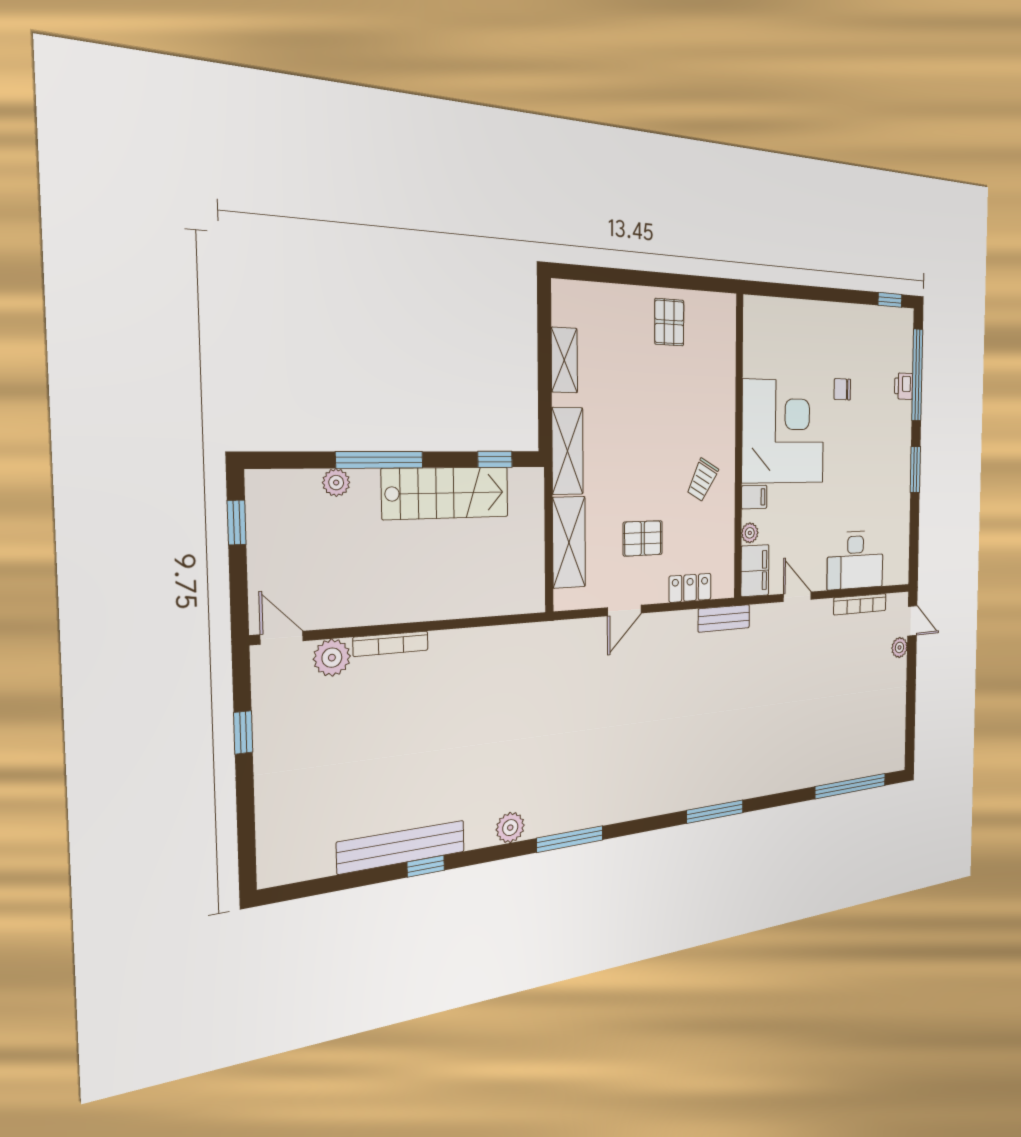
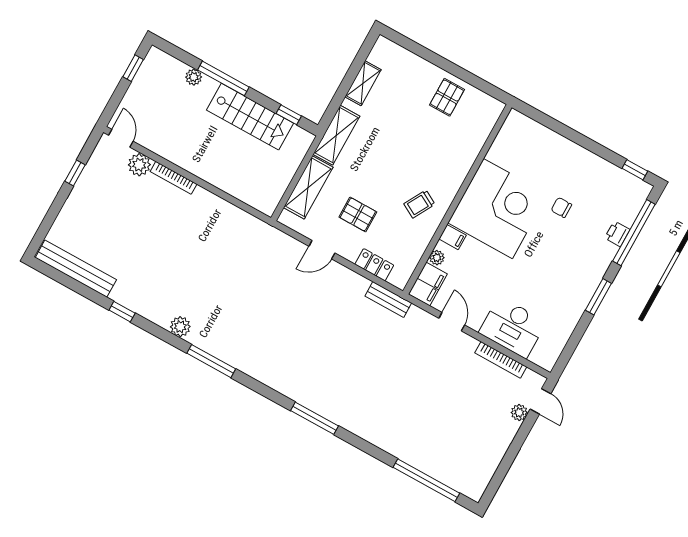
bench: (402, 847) -> (76, 269), moved

